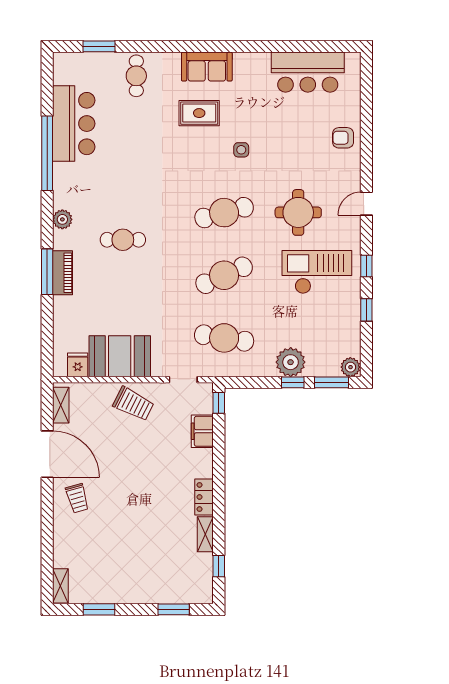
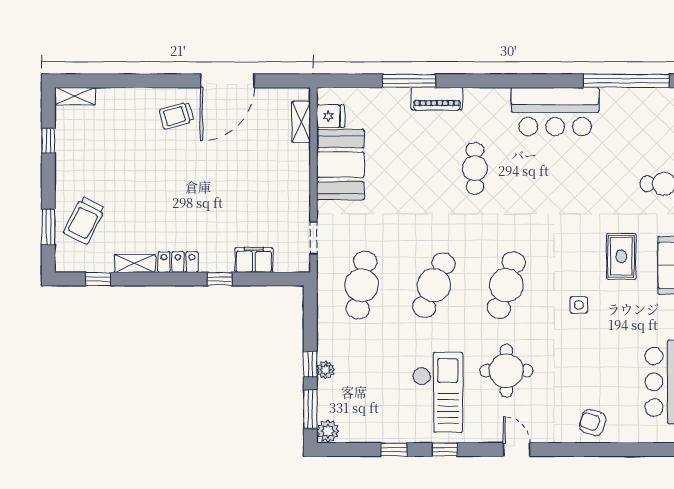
bar counter: (74, 124) -> (555, 112), moved
armchair: (343, 138) -> (593, 422), turned -72
window: (47, 153) -> (626, 81), moved
cafe table: (224, 213) -> (506, 285), turned 33
plant: (62, 219) -> (498, 98), removed
window: (47, 272) -> (409, 81), moved
cafe table: (224, 275) -> (434, 285), turned 48
plant: (291, 362) -> (326, 370), width x0.53, depth x0.53
window: (219, 403) -> (220, 279), moved
trolley: (133, 404) -> (84, 220), moved
shelving: (61, 405) -> (301, 122), moved, turned 90
window: (99, 609) -> (48, 141), width x0.67

